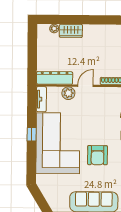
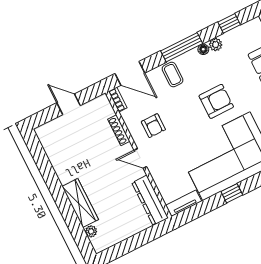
wardrobe: (71, 31) -> (80, 203), width x1.50
plant: (68, 93) -> (160, 174), removed
armchair: (103, 105) -> (153, 126), added

